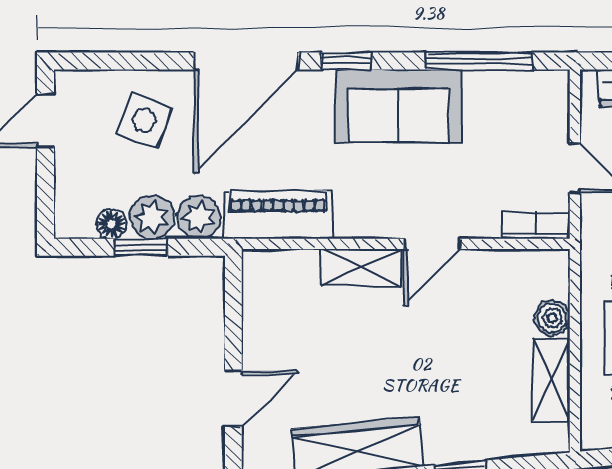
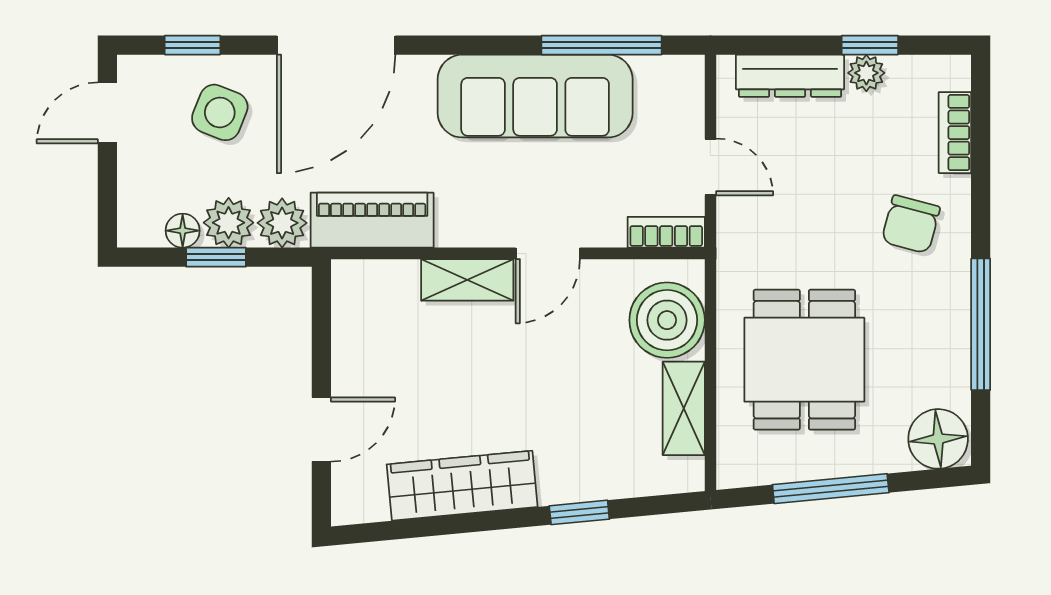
window: (346, 61) -> (193, 45), moved
sofa: (398, 106) -> (535, 96), width x1.36
boiler: (552, 318) -> (667, 320), width x1.86, depth x1.86

